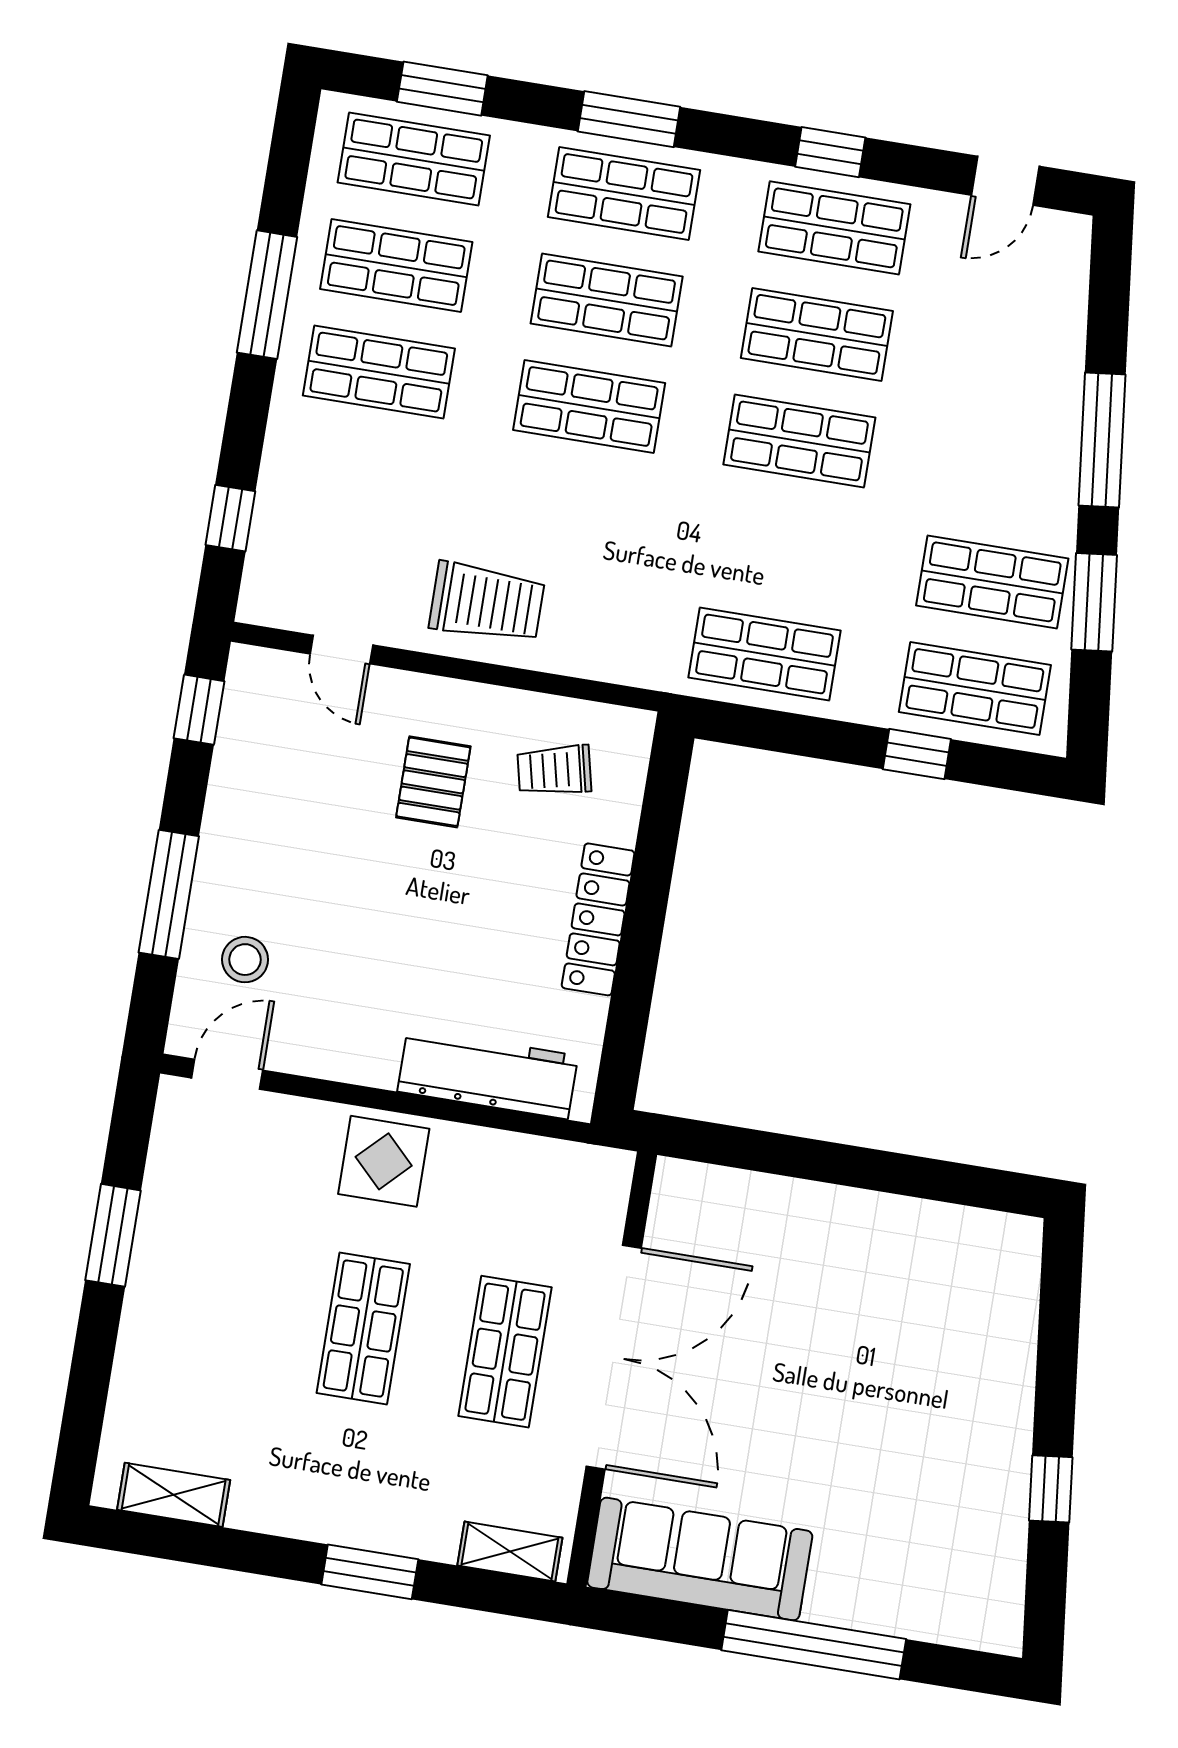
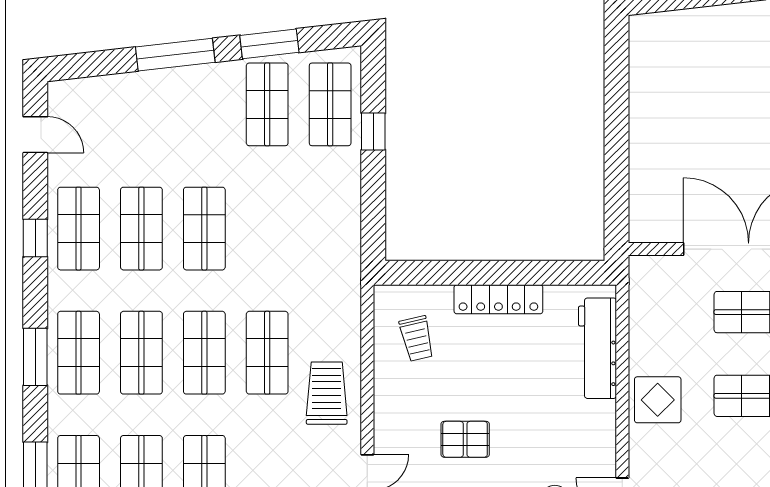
shop shelf: (765, 654) -> (267, 353), moved
pallet: (433, 782) -> (465, 439), moved

